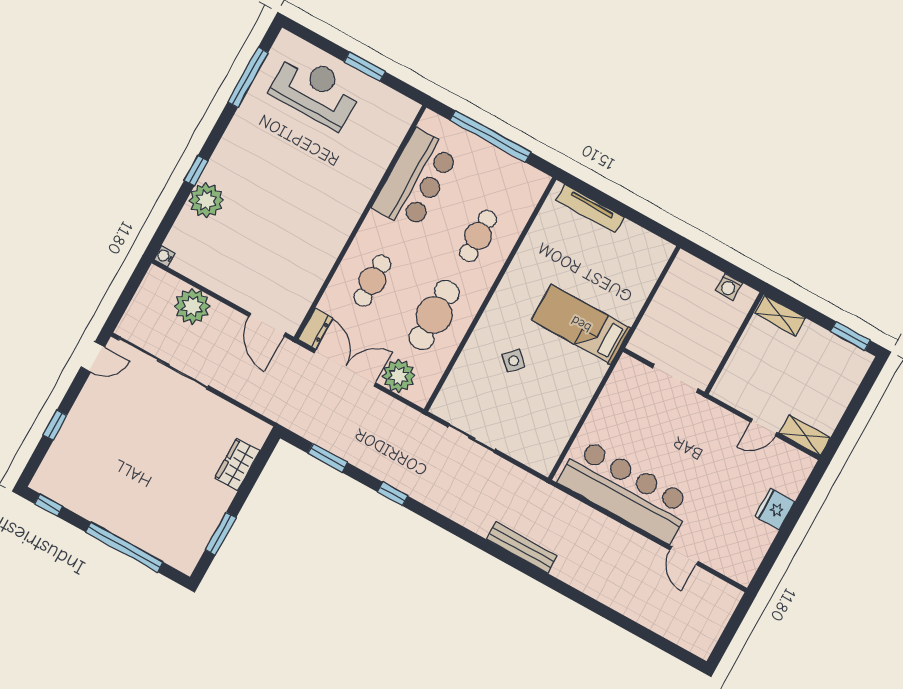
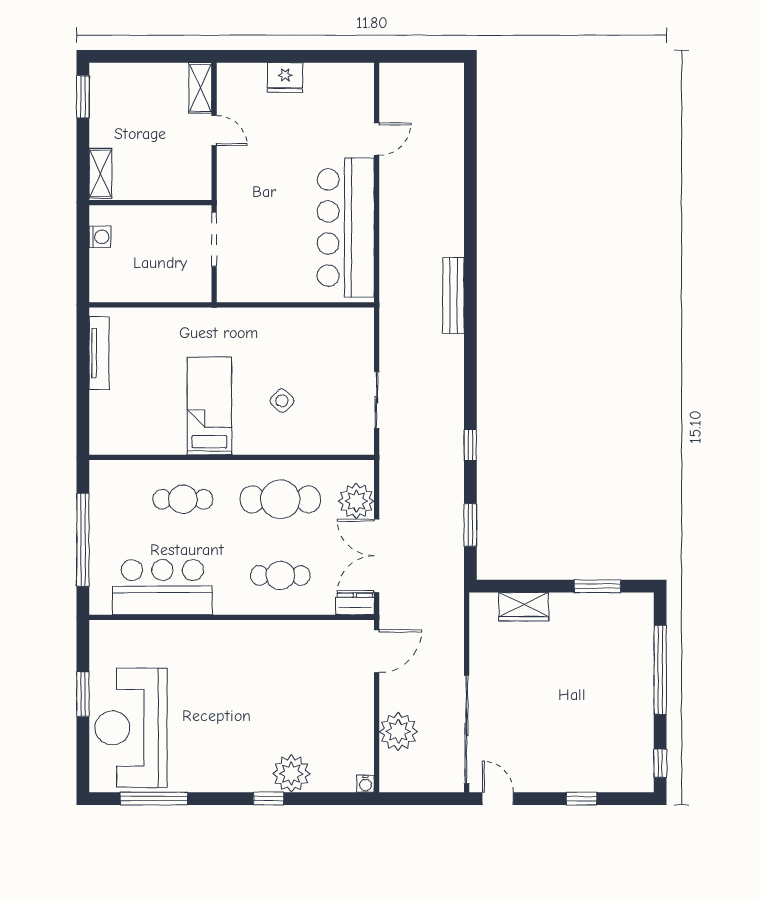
reception desk: (316, 91) -> (131, 728), width x1.36, depth x1.30
tv unit: (590, 209) -> (99, 353), moved
bed: (581, 324) -> (209, 406), moved, turned 180

